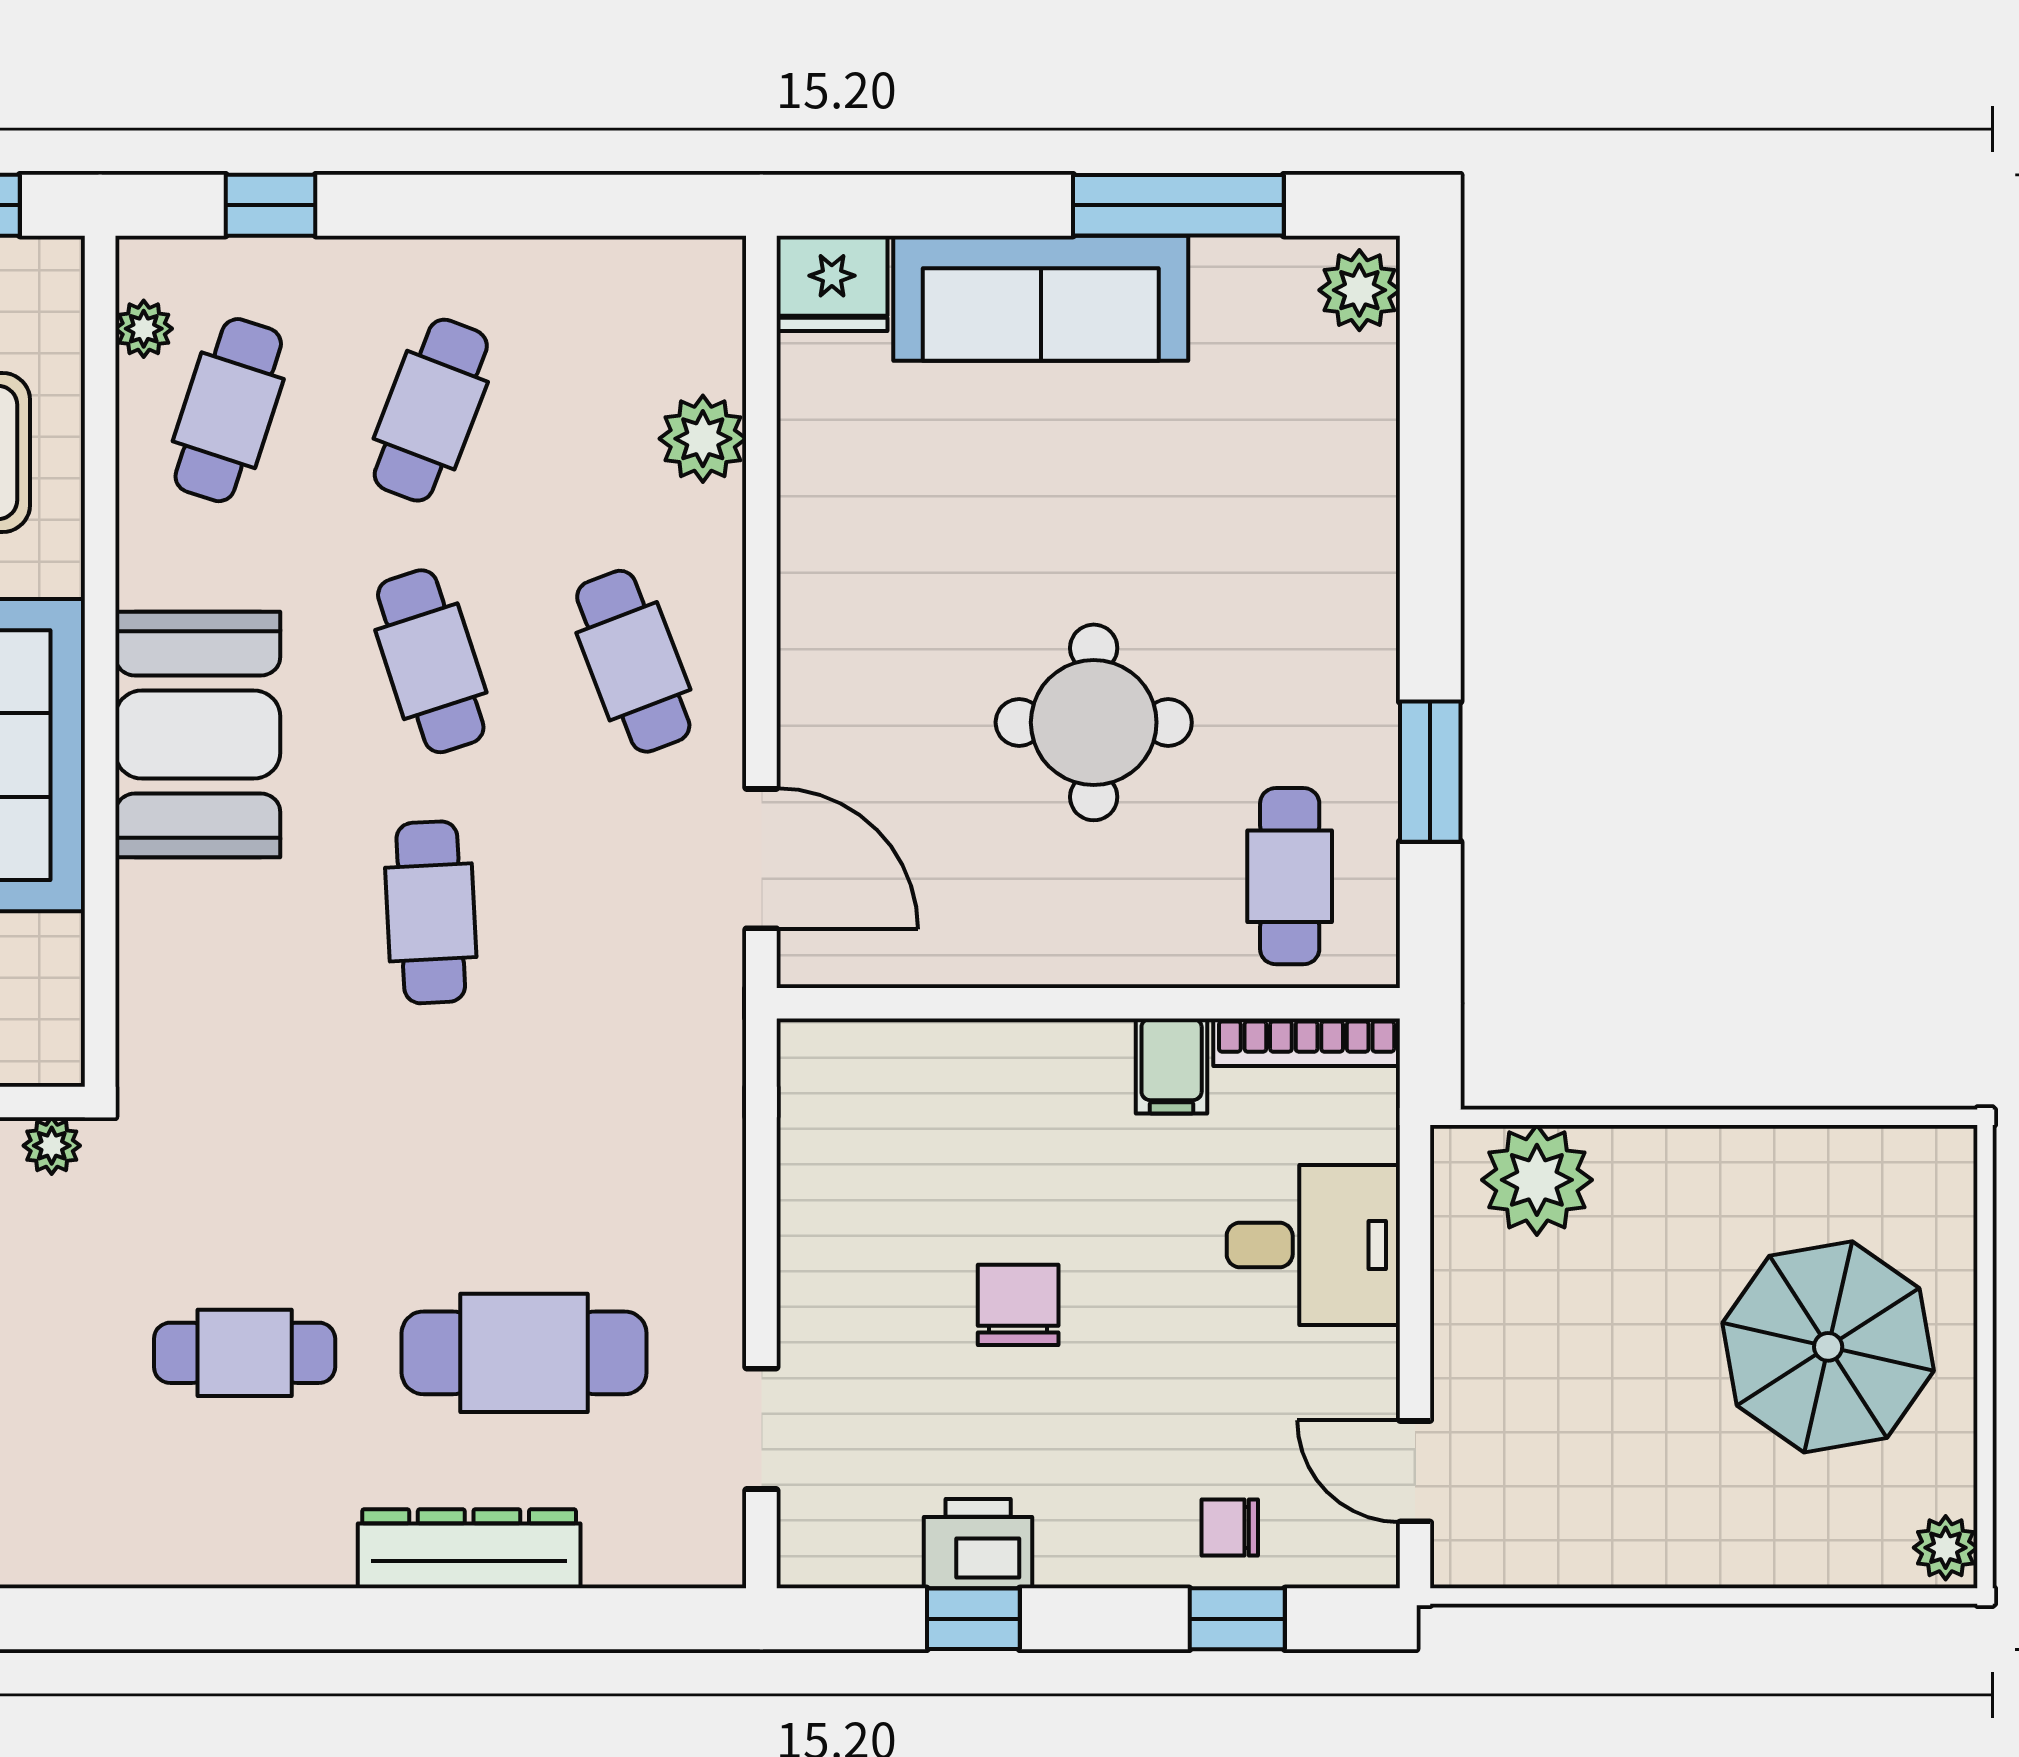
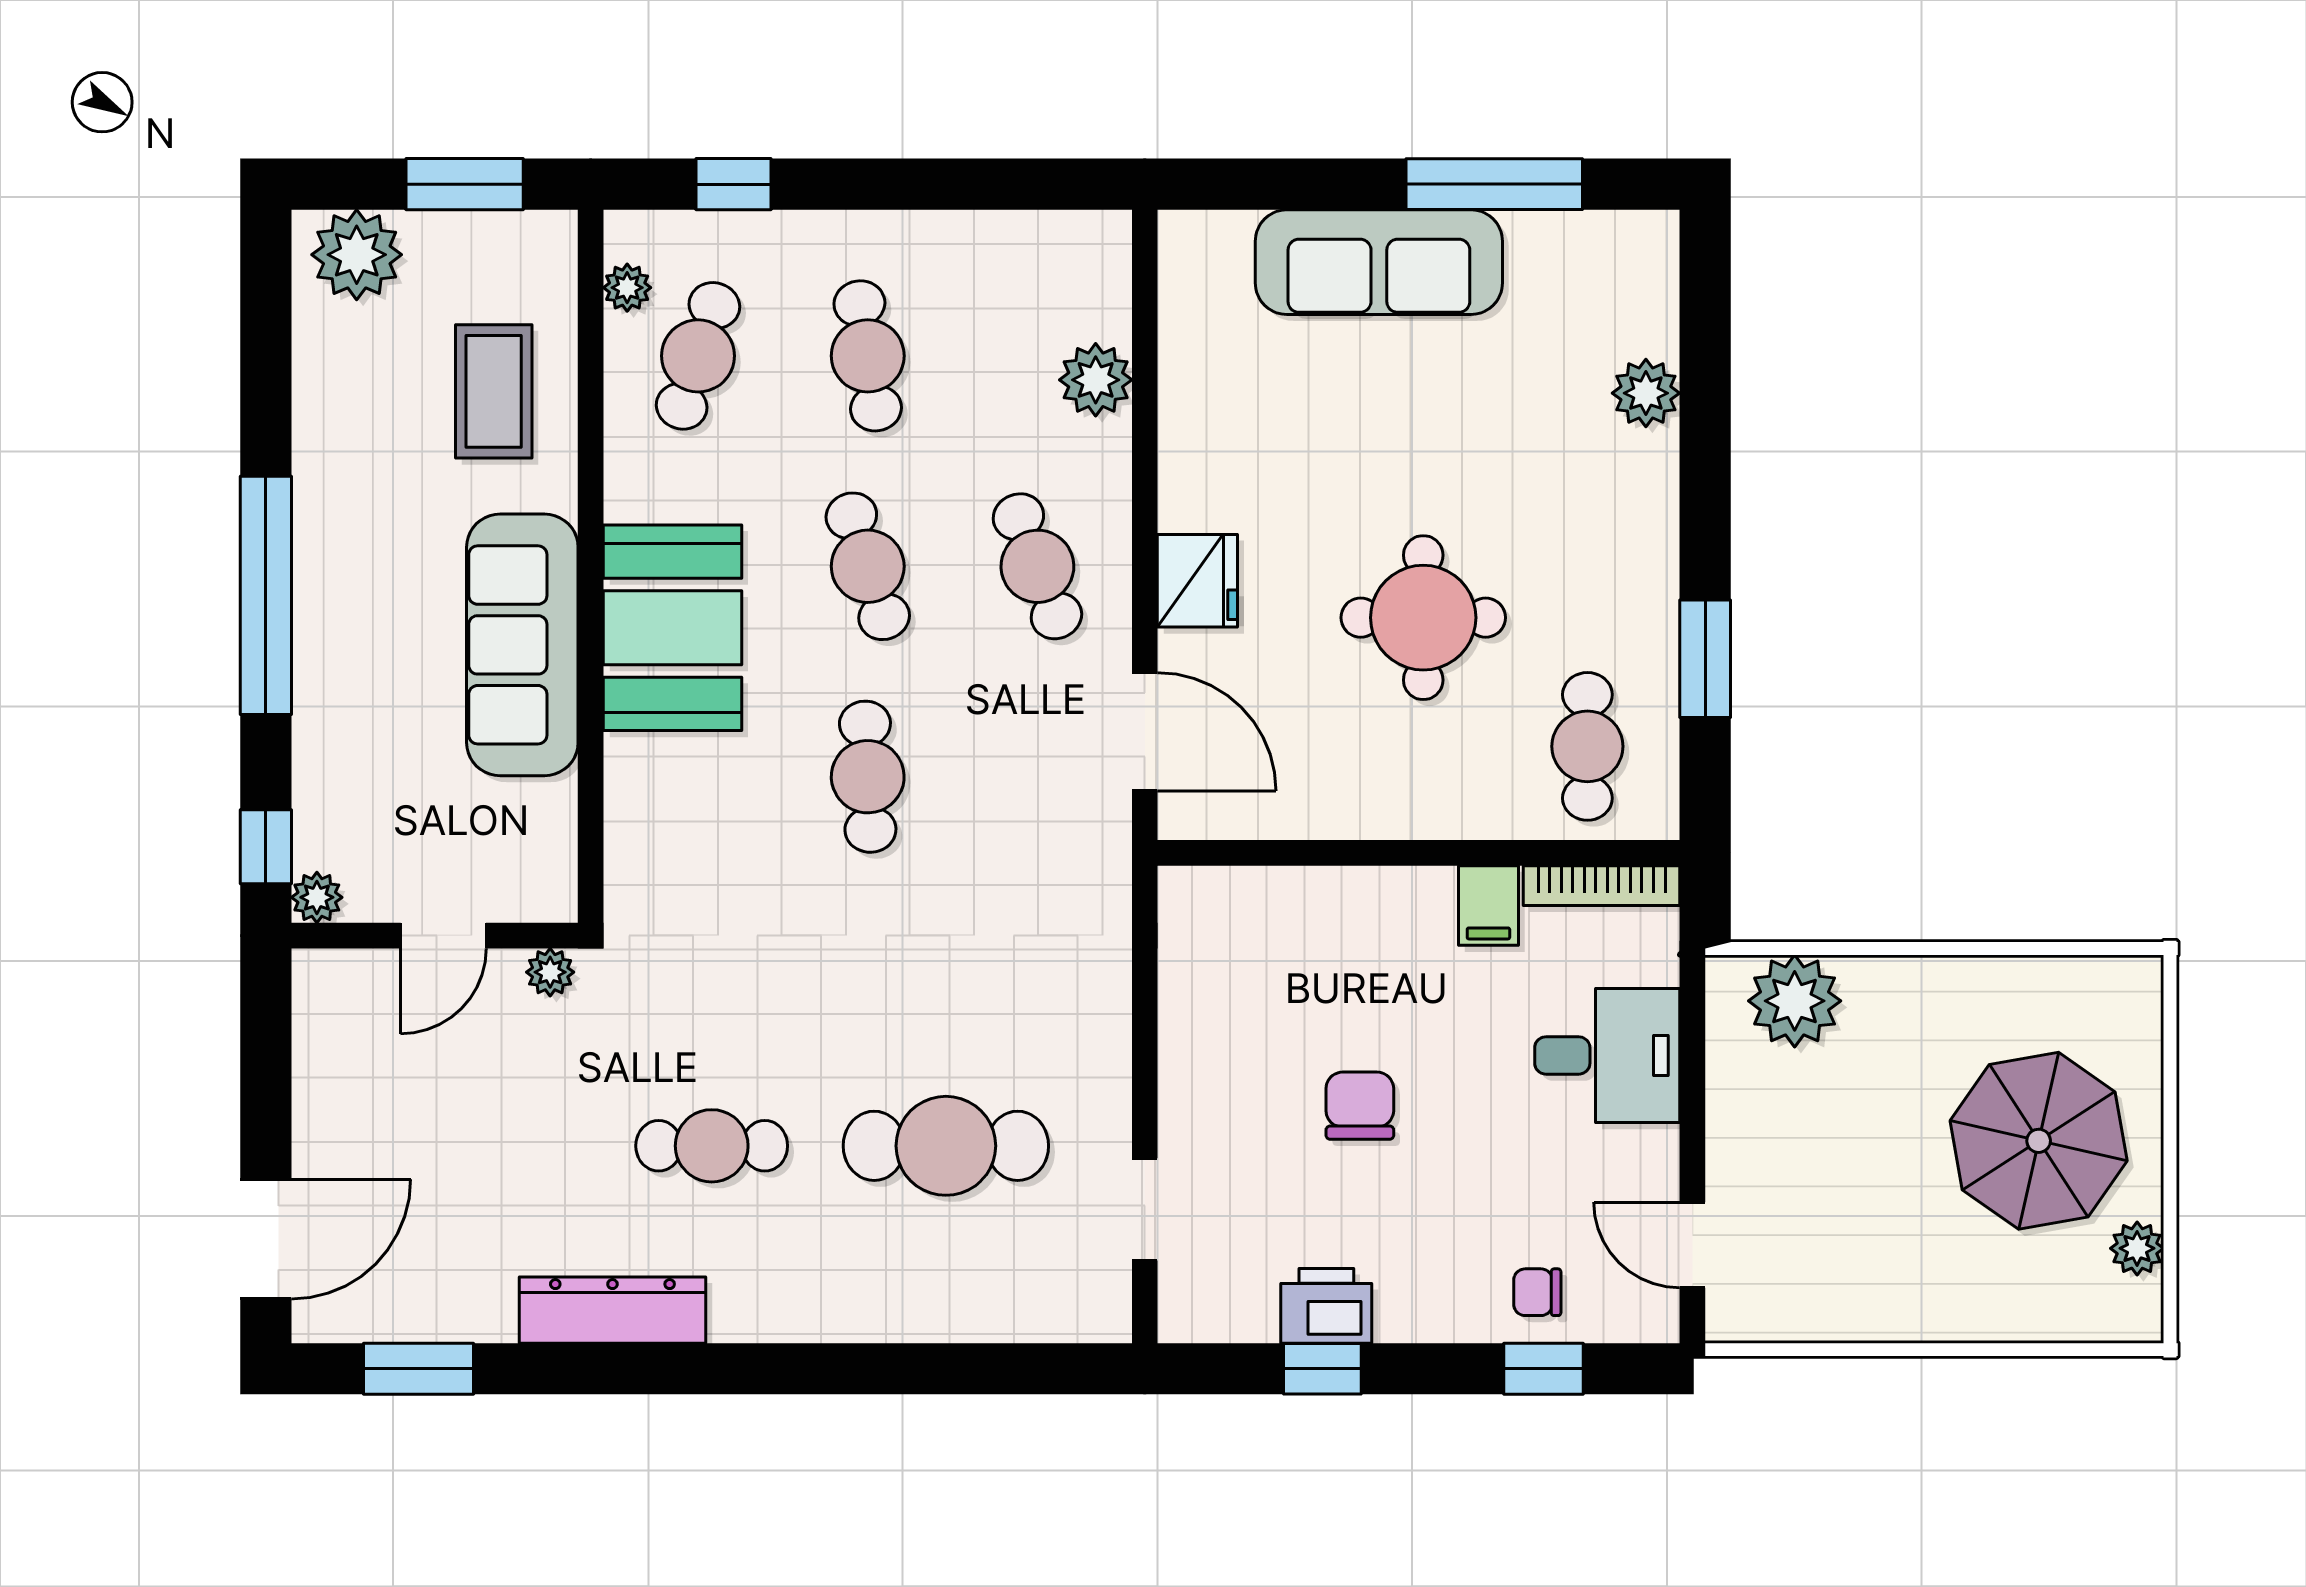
fridge: (832, 283) -> (1197, 581), moved, turned -90
plant: (1359, 290) -> (1646, 393), moved
cafe table: (431, 410) -> (868, 356), turned -30
plant: (1946, 1548) -> (2137, 1248), moved
dresser: (469, 1549) -> (612, 1310), moved

